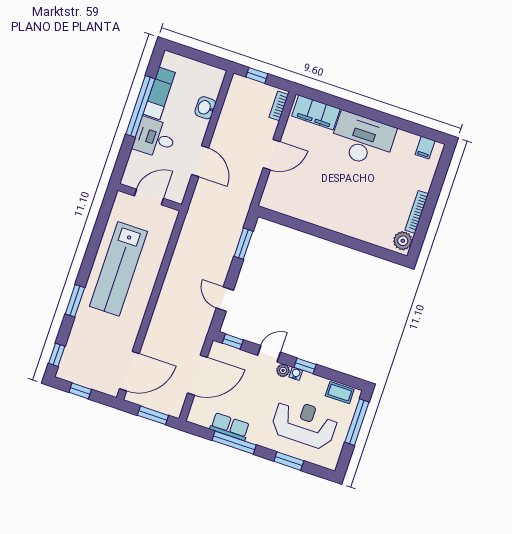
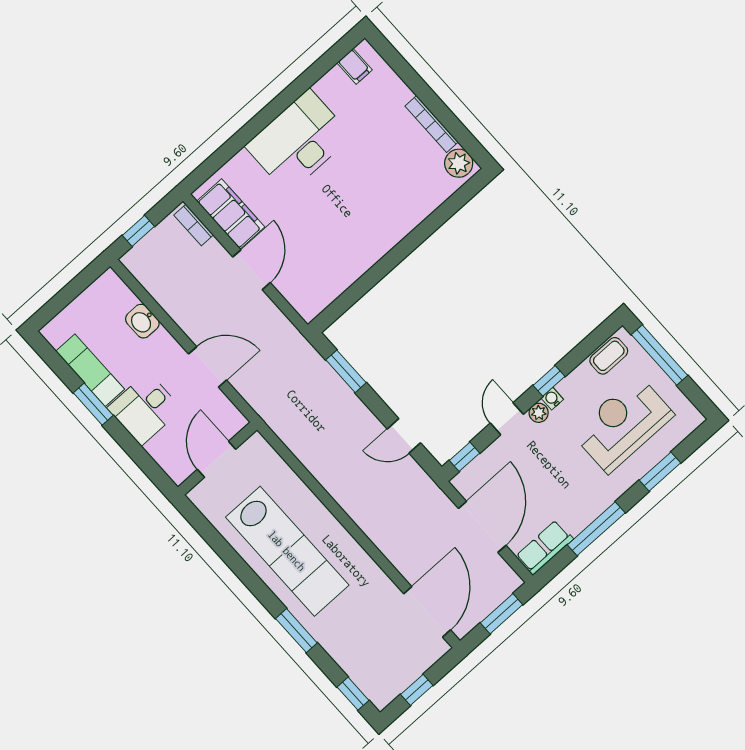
window: (140, 106) -> (93, 404), width x0.47
filing cabinet: (316, 112) -> (231, 214), moved, turned -90
row of seats: (230, 427) -> (545, 548), moved

